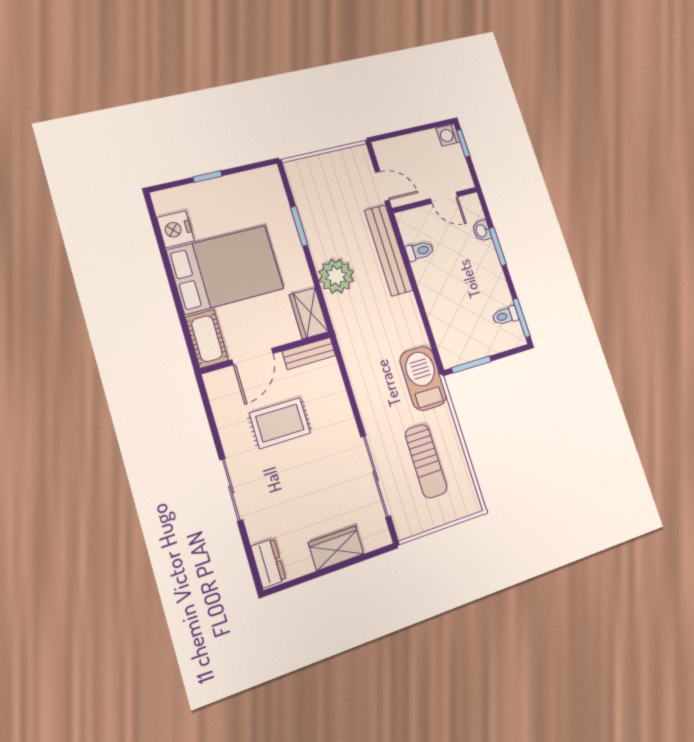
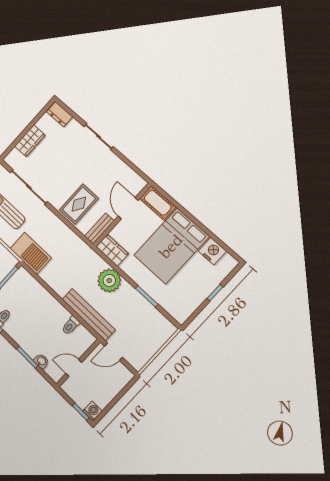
rug: (280, 423) -> (79, 204), moved

